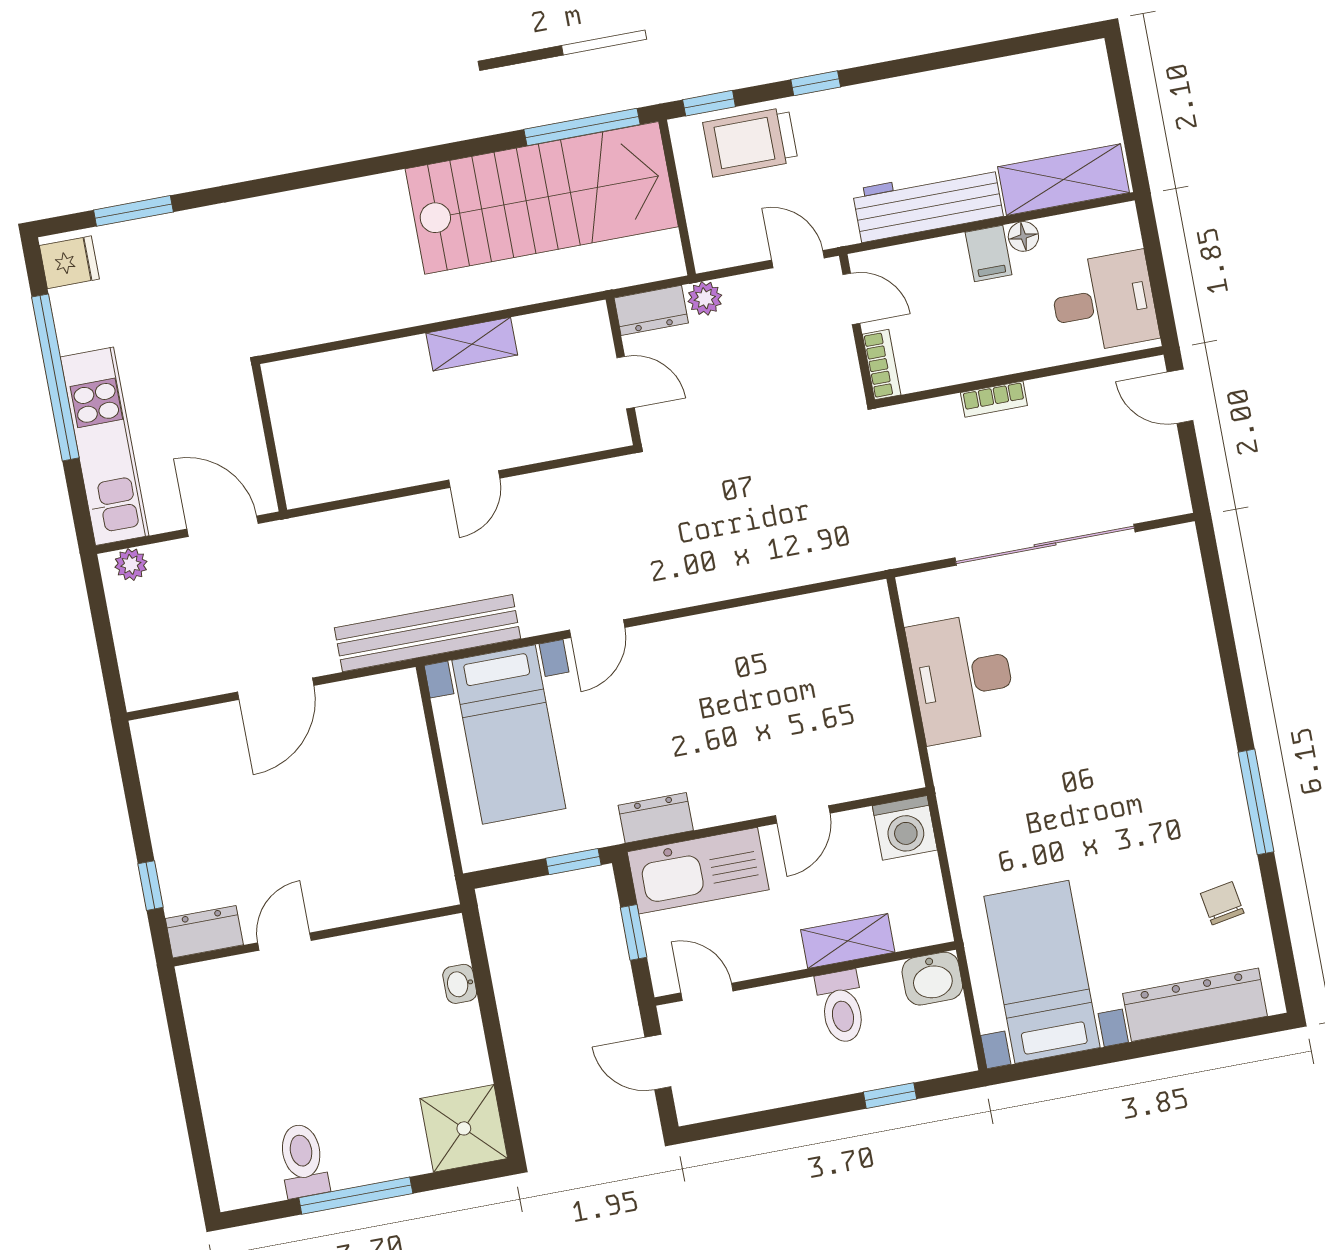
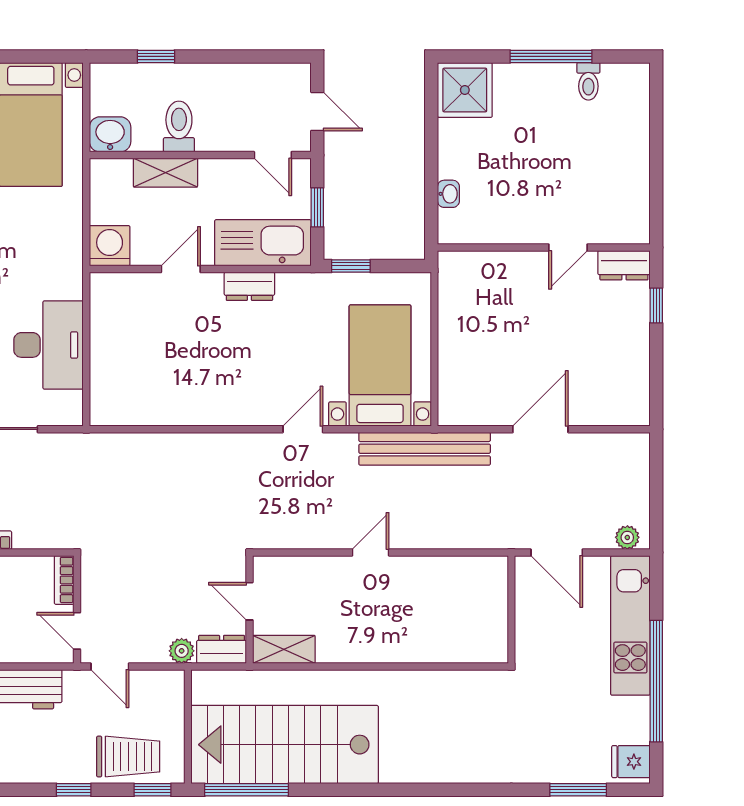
shelving: (472, 344) -> (284, 649), moved
dresser: (656, 818) -> (249, 286), moved
toilet: (303, 1160) -> (588, 81), width x0.73, depth x0.72

